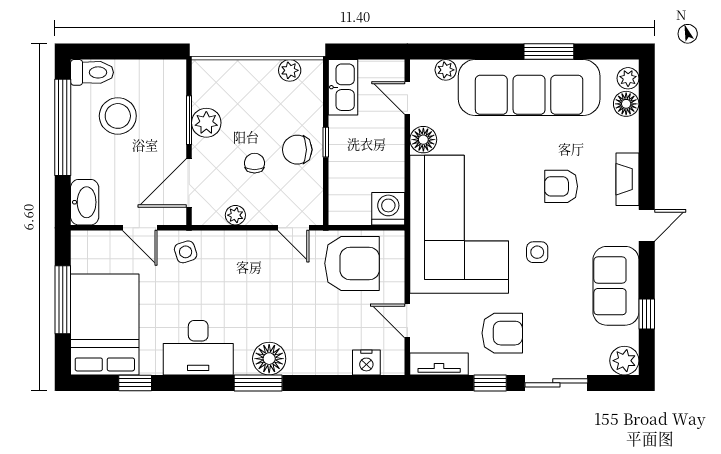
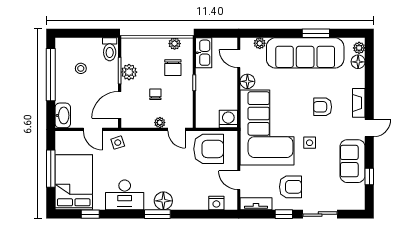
toilet: (92, 72) -> (110, 49), moved, turned 90
stool: (118, 116) -> (81, 68), width x0.53, depth x0.53
chair: (297, 150) -> (173, 68), moved, turned -90
plant: (235, 215) -> (160, 123), moved
plant: (624, 361) -> (357, 202), removed

